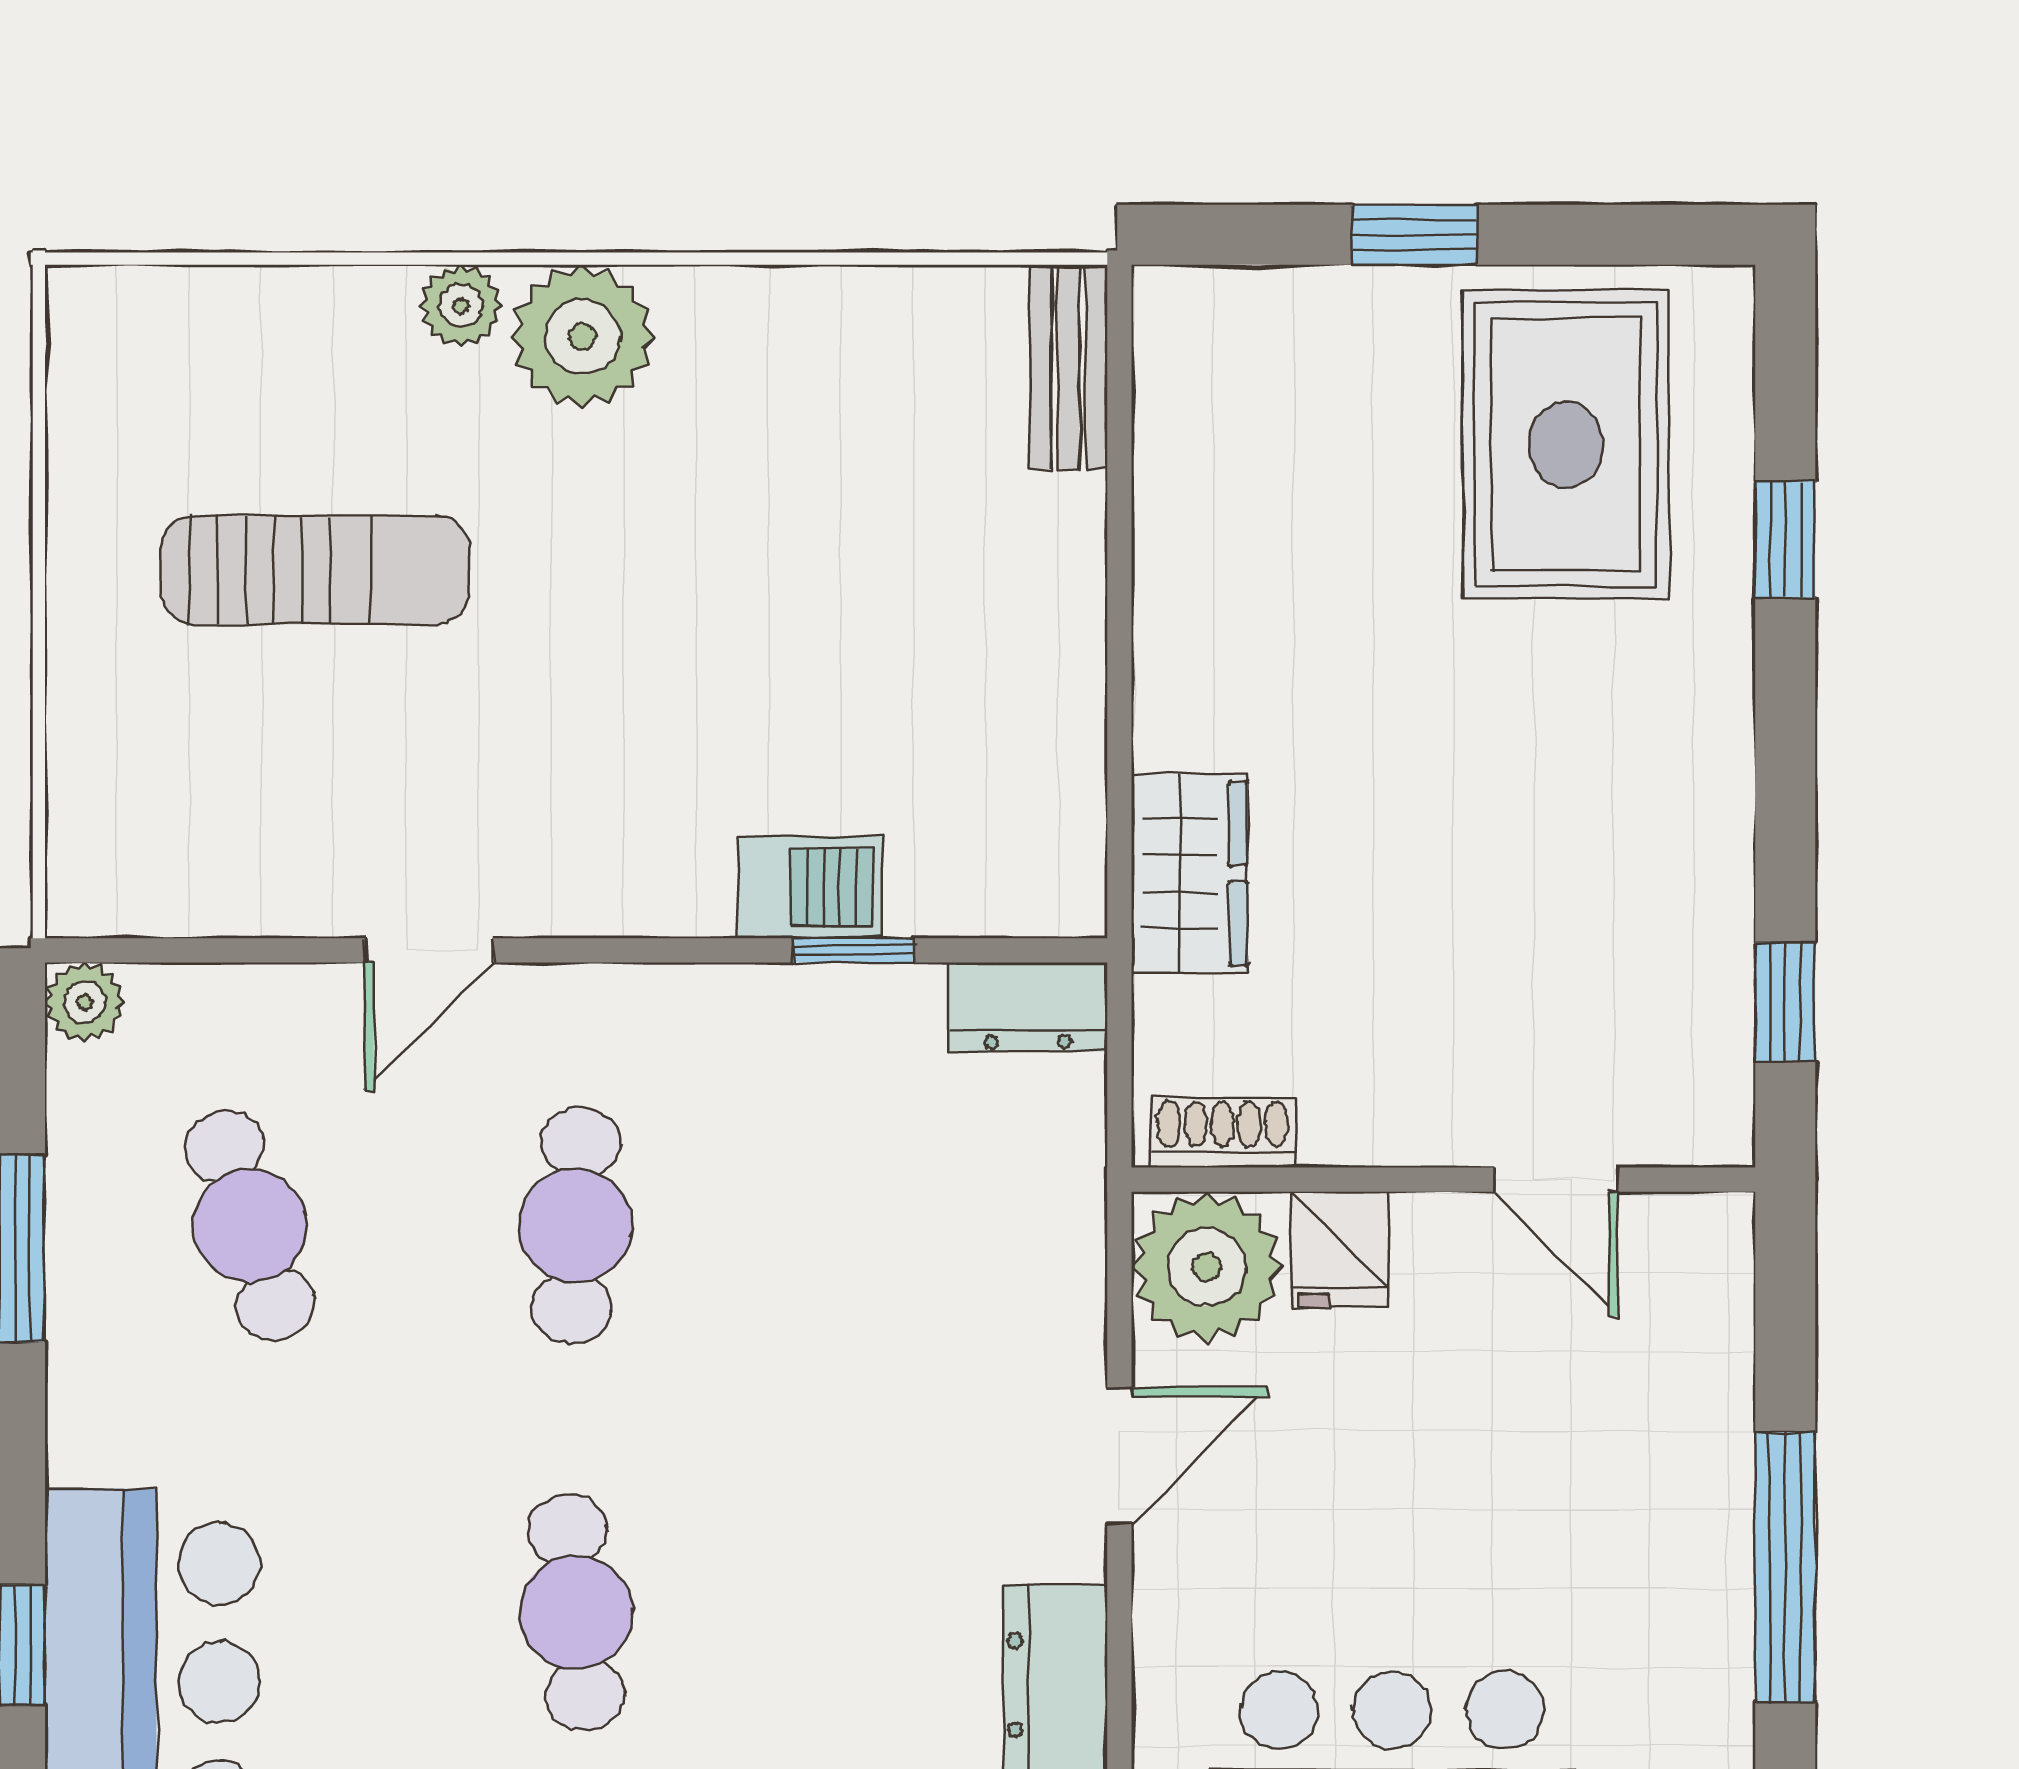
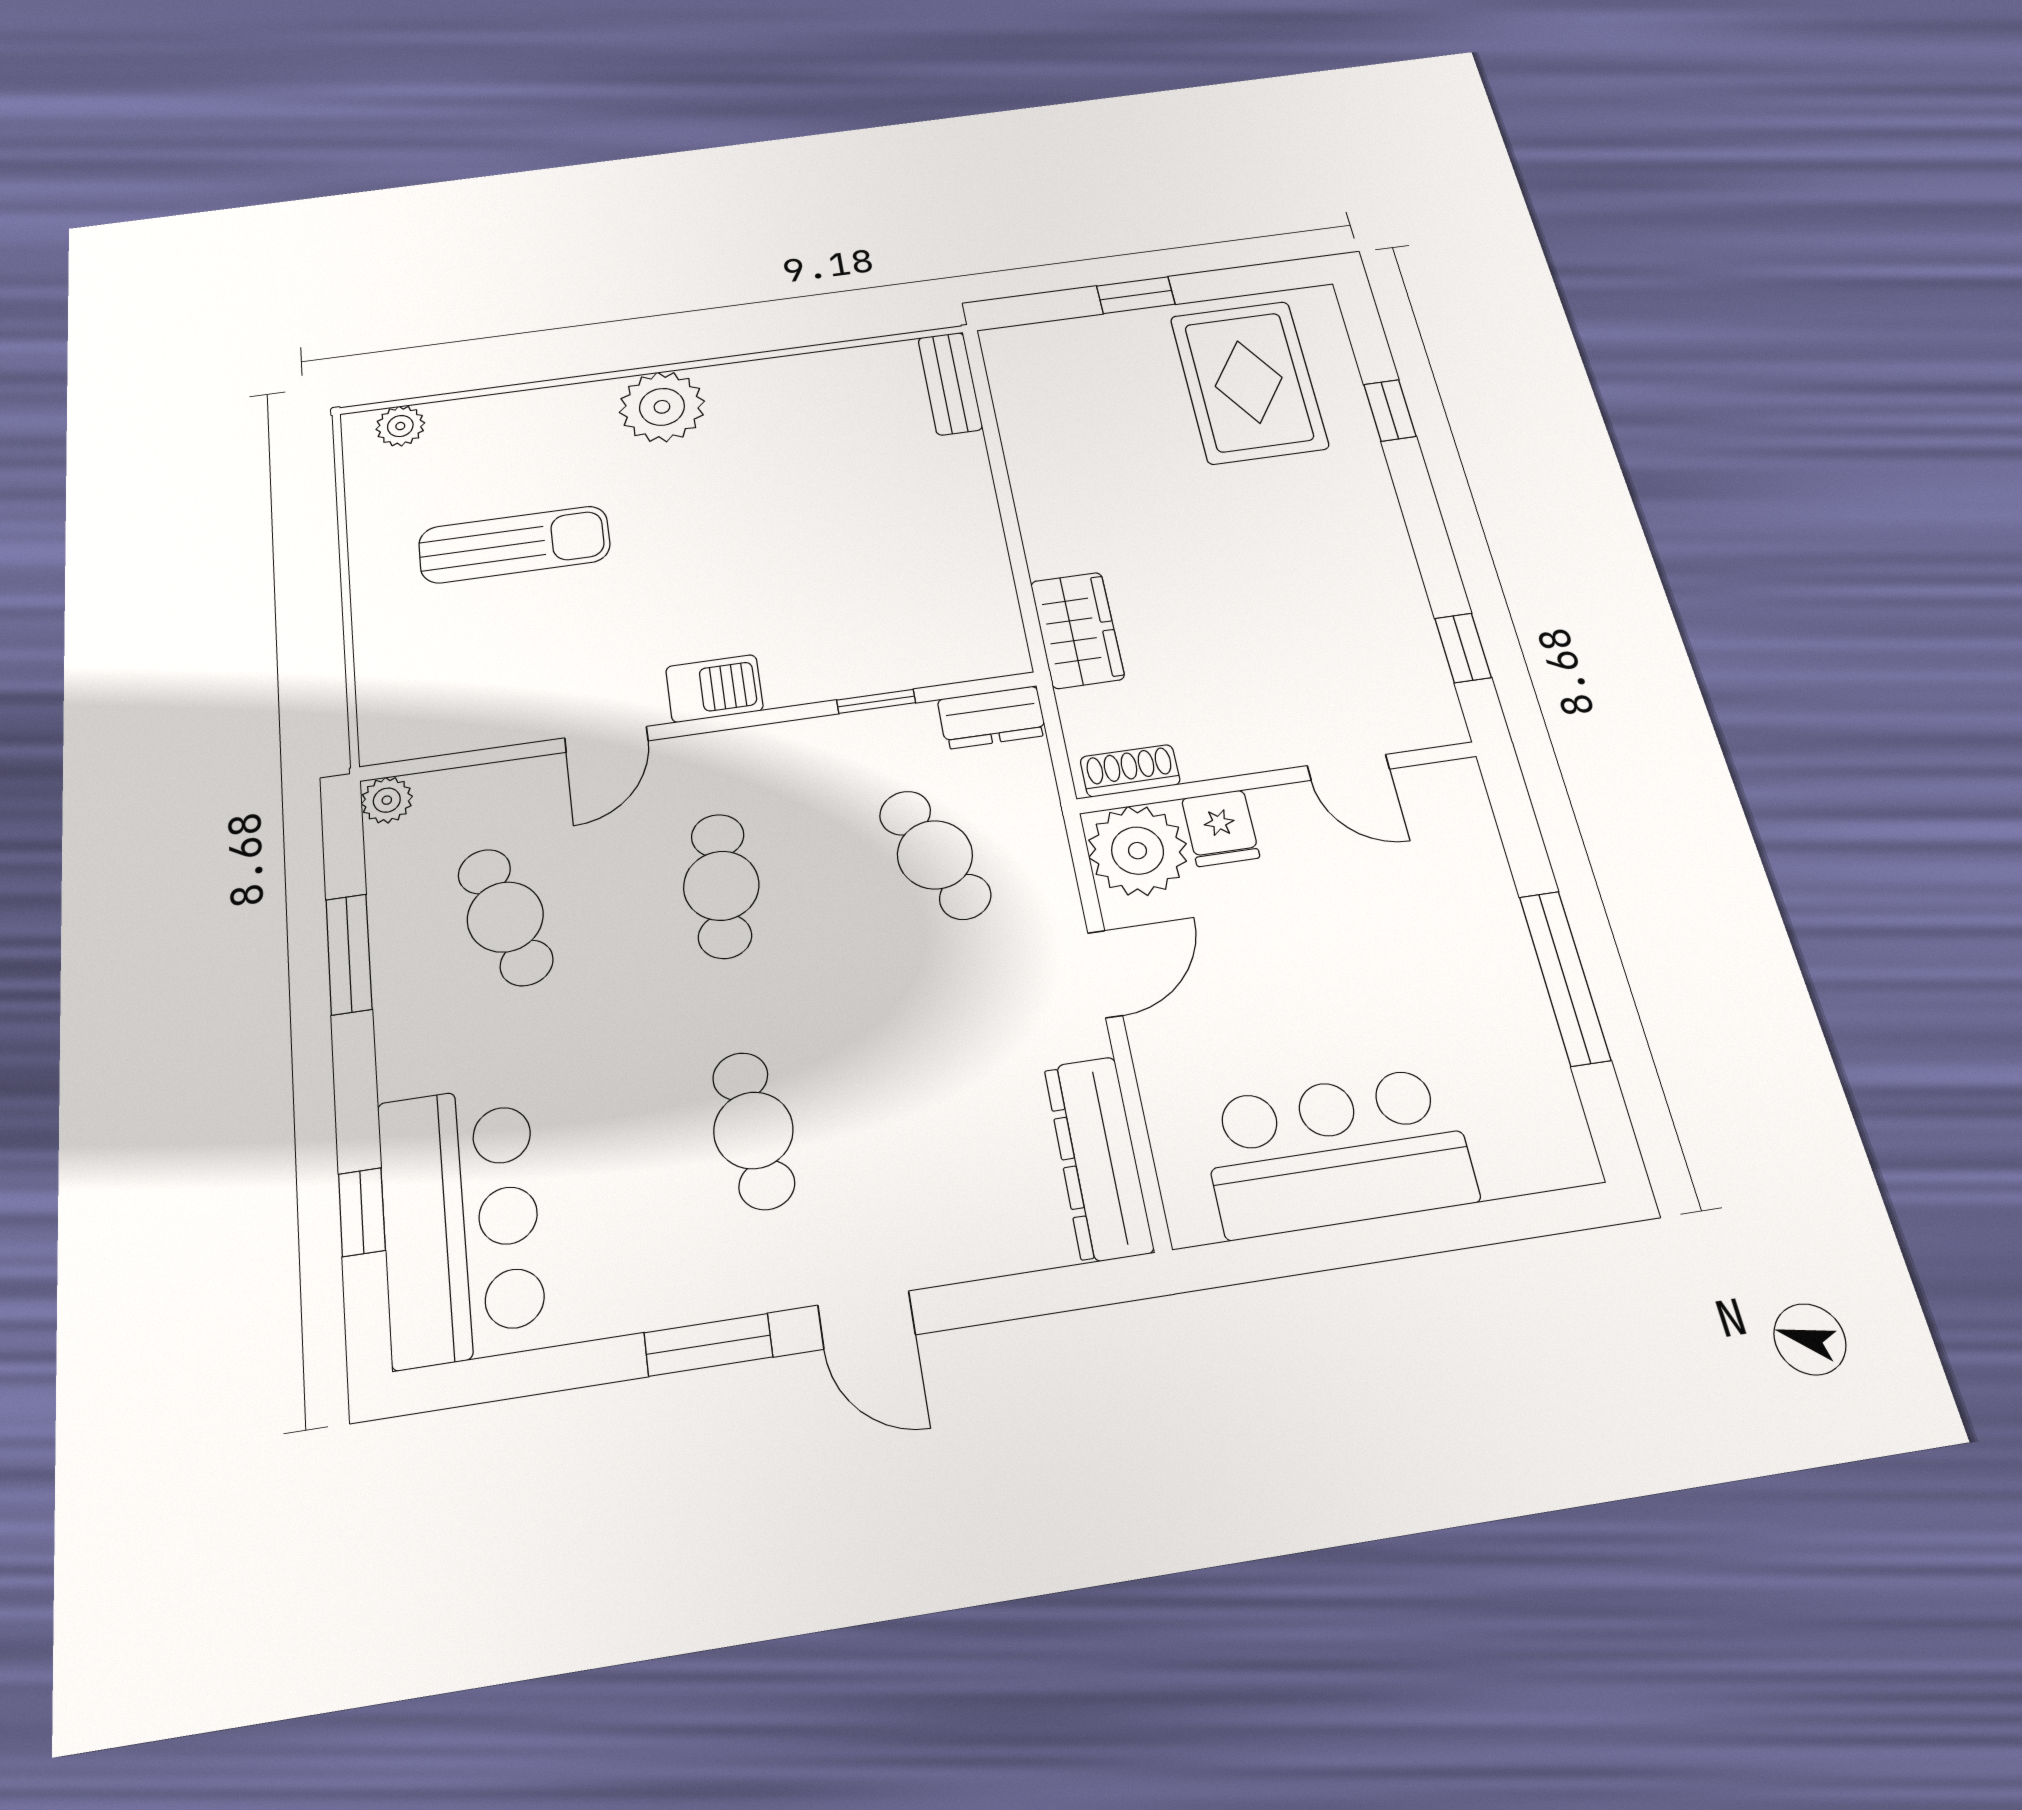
plant: (461, 306) -> (400, 426), moved
barbecue: (810, 887) -> (714, 688), moved
cafe table: (902, 1225) -> (935, 855), added

